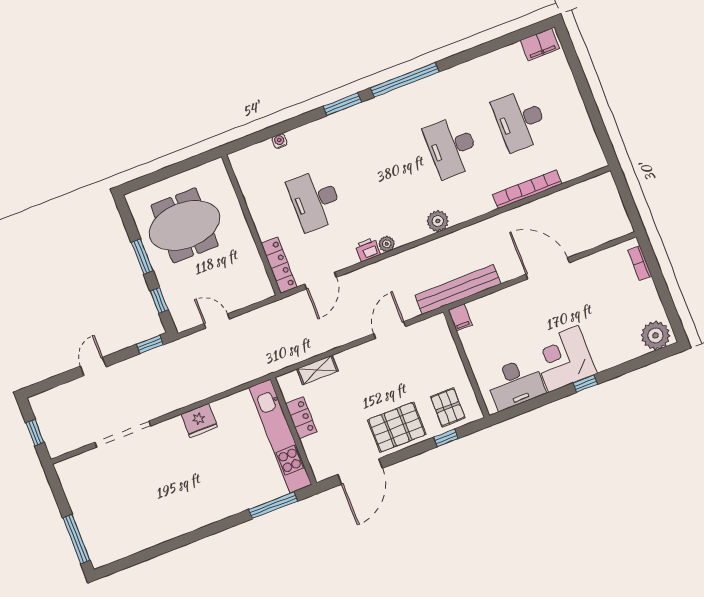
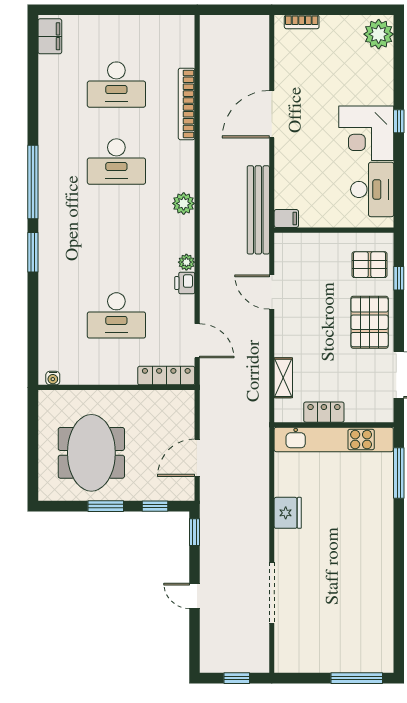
water cooler: (280, 141) -> (53, 378), moved, turned -90
door: (217, 321) -> (197, 458), width x1.38

